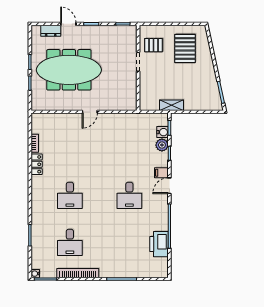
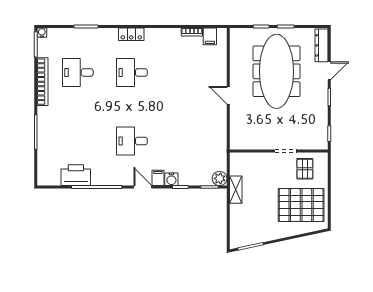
dresser: (51, 31) -> (322, 45), width x1.44
pallet: (185, 48) -> (301, 205), width x1.37, depth x1.41
filing cabinet: (39, 128) -> (210, 36), added
water cooler: (163, 132) -> (171, 179), moved
plant: (162, 145) -> (220, 178), moved
locker: (37, 164) -> (131, 34), moved

